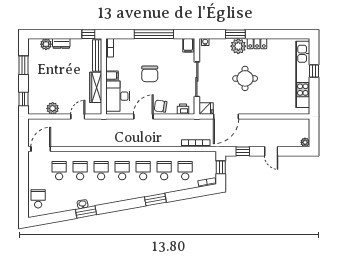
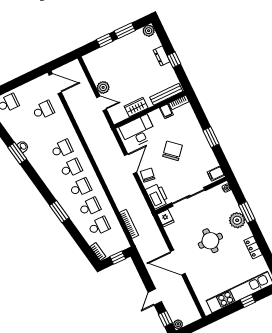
window: (88, 34) -> (174, 60), moved
window: (154, 34) -> (211, 137), width x0.47
plant: (46, 44) -> (149, 31), moved
locker: (257, 44) -> (253, 247), moved
chair: (150, 74) -> (173, 151), turned 131
filing cabinet: (112, 75) -> (166, 111), moved
wardrobe: (96, 87) -> (136, 107), width x0.67
window: (24, 99) -> (105, 40), moved
plant: (53, 108) -> (103, 87), moved
printer: (183, 109) -> (157, 196), width x1.87, depth x1.48
door: (143, 117) -> (130, 164), hinge flipped
door: (226, 117) -> (178, 263), moved
window: (243, 151) -> (165, 319), moved
school desk: (80, 171) -> (53, 129), removed

